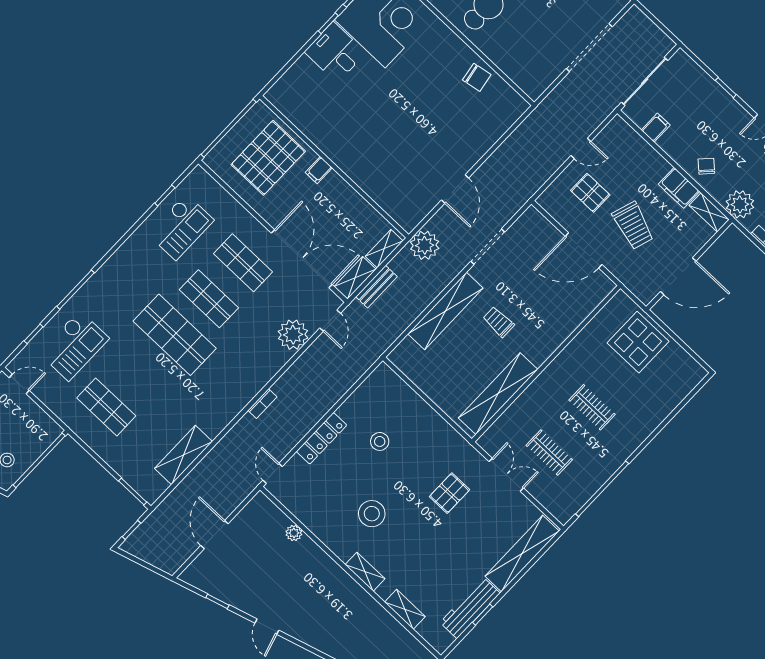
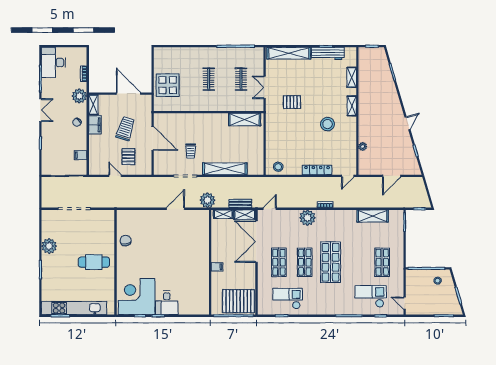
pallet: (268, 158) -> (238, 301), moved
trolley: (499, 322) -> (191, 151), moved
plant: (293, 335) -> (307, 218), moved
shelving: (498, 394) -> (245, 119), width x0.68
stool: (380, 441) -> (278, 167), moved

